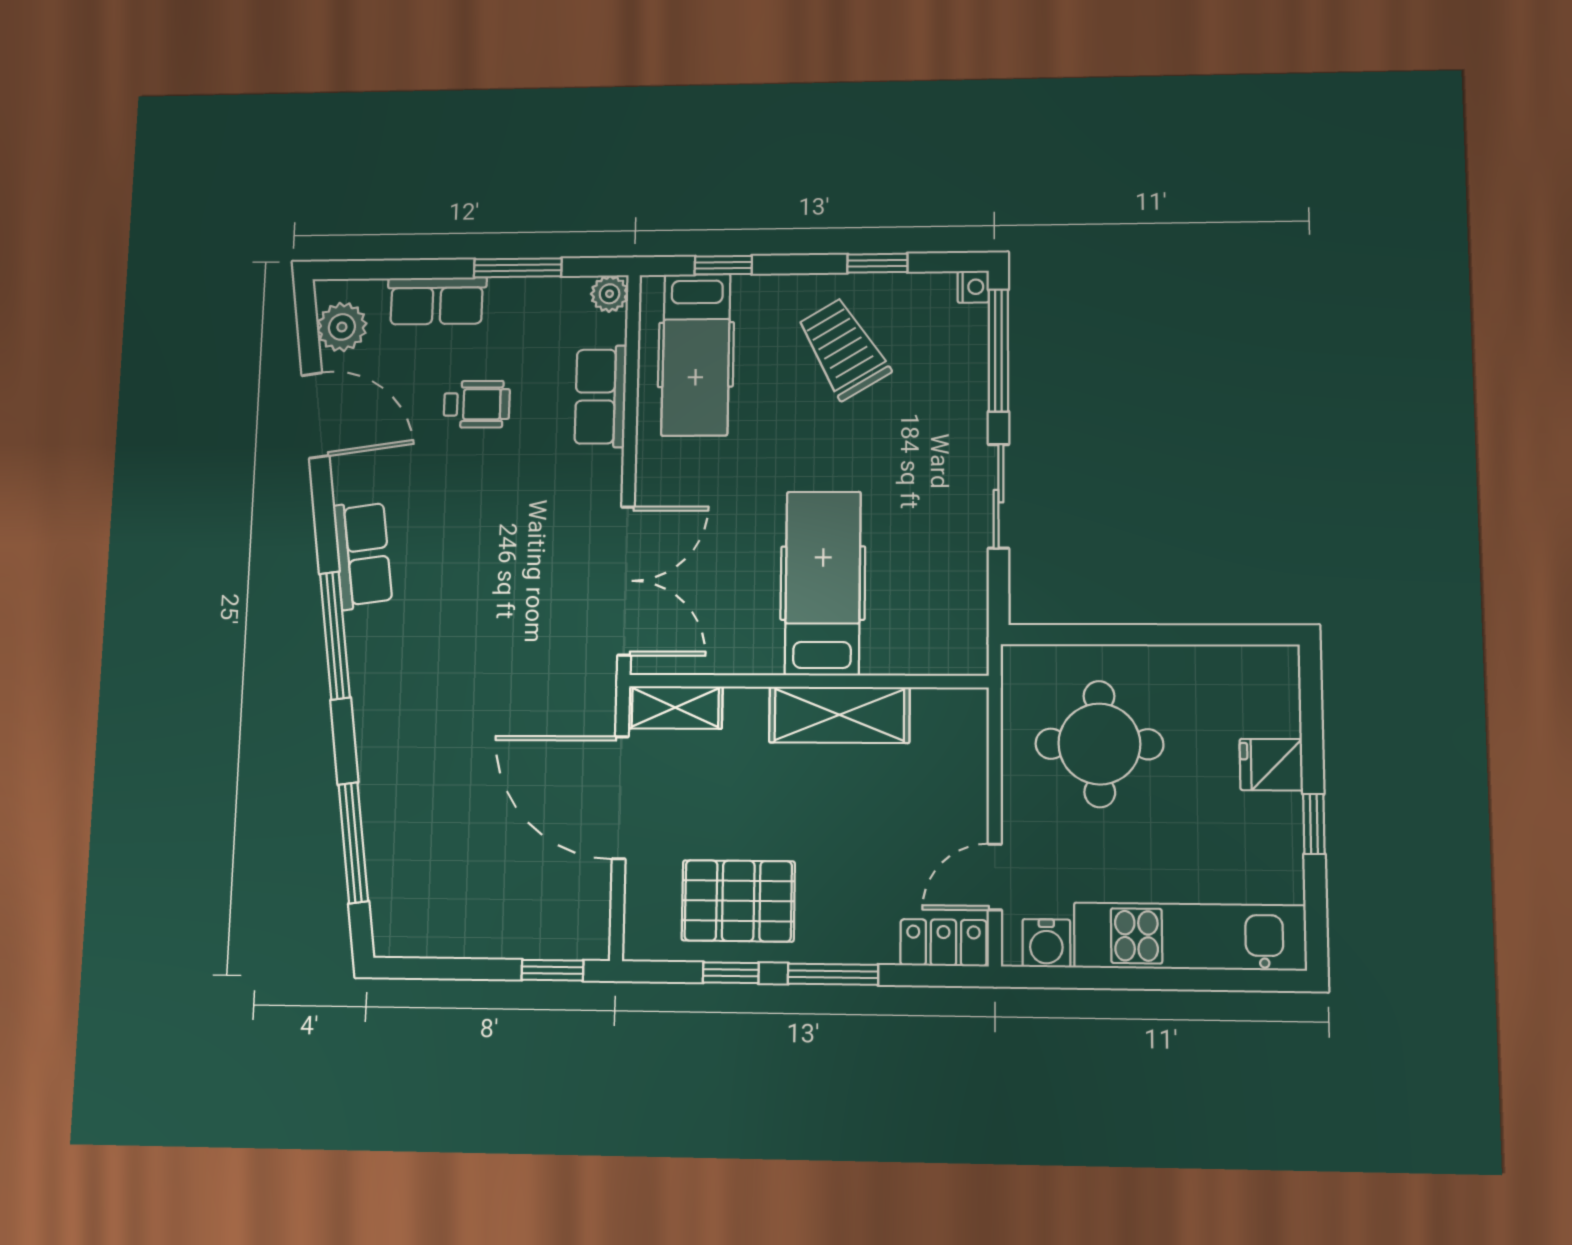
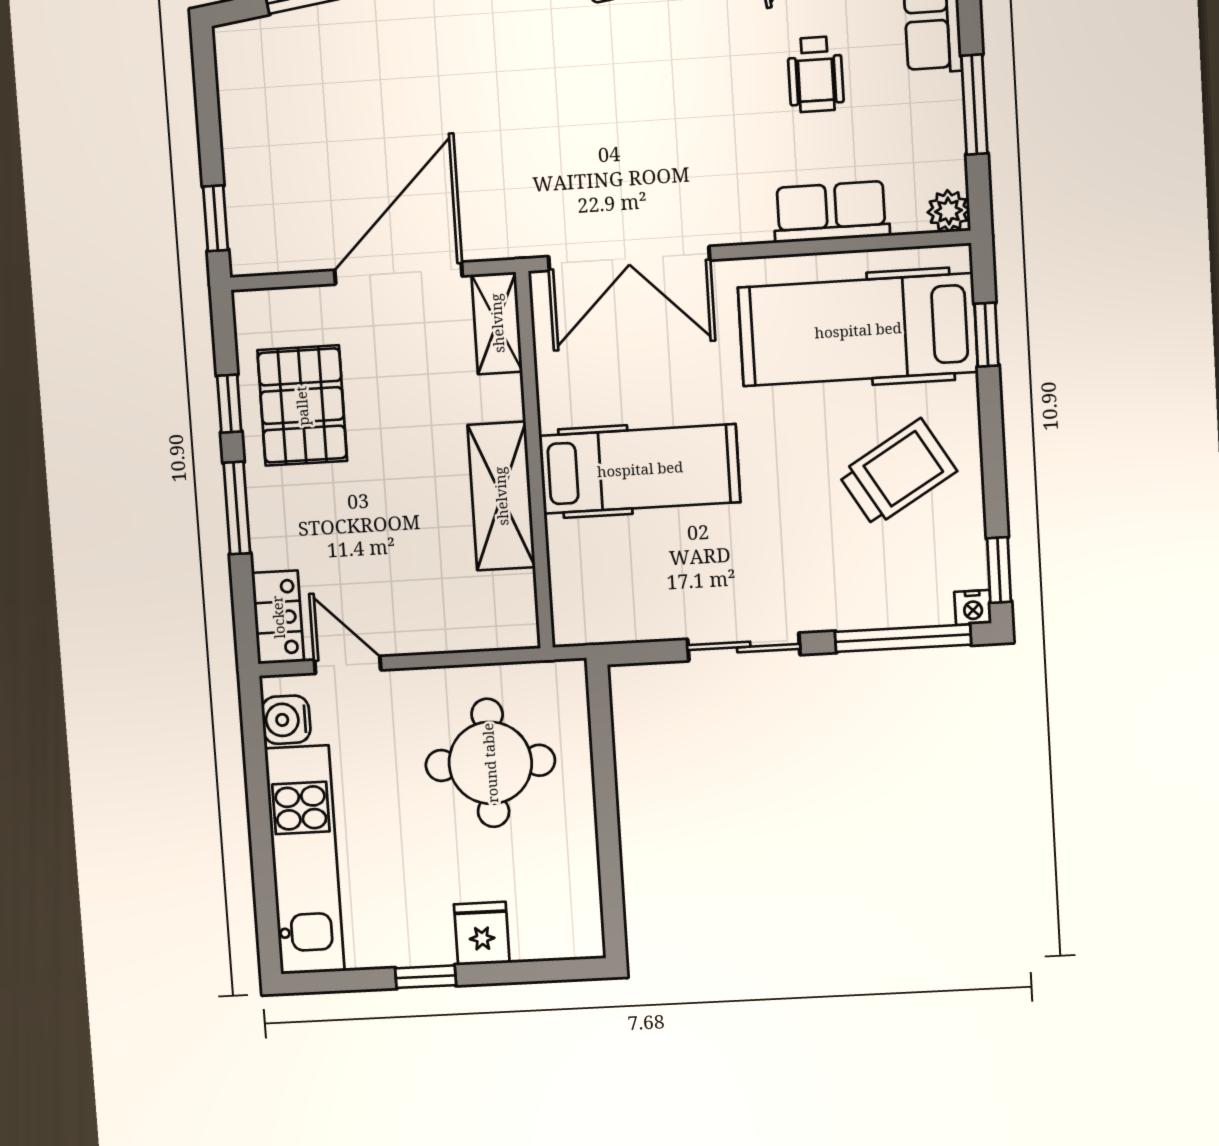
window: (877, 263) -> (999, 570), moved
hospital bed: (696, 355) -> (858, 330), width x1.37, depth x1.29

